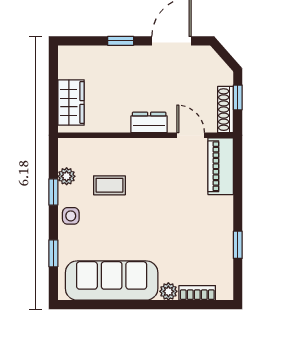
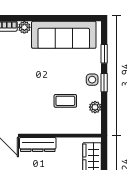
dresser: (149, 122) -> (38, 144), width x1.44
window: (53, 192) -> (104, 83), moved

